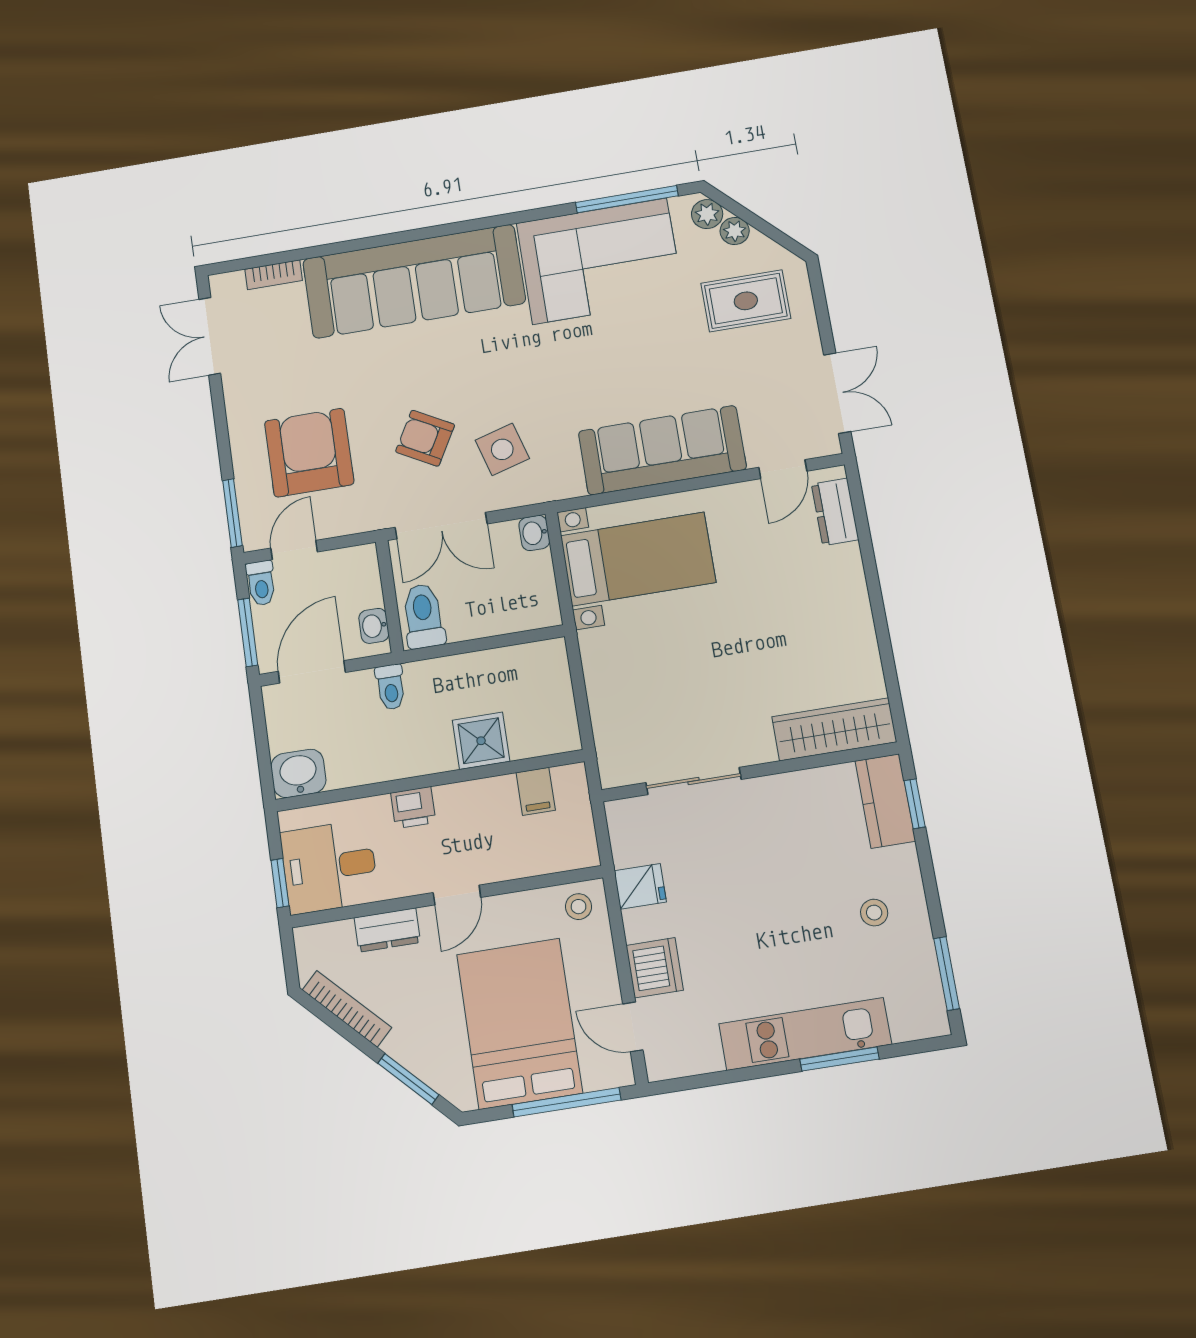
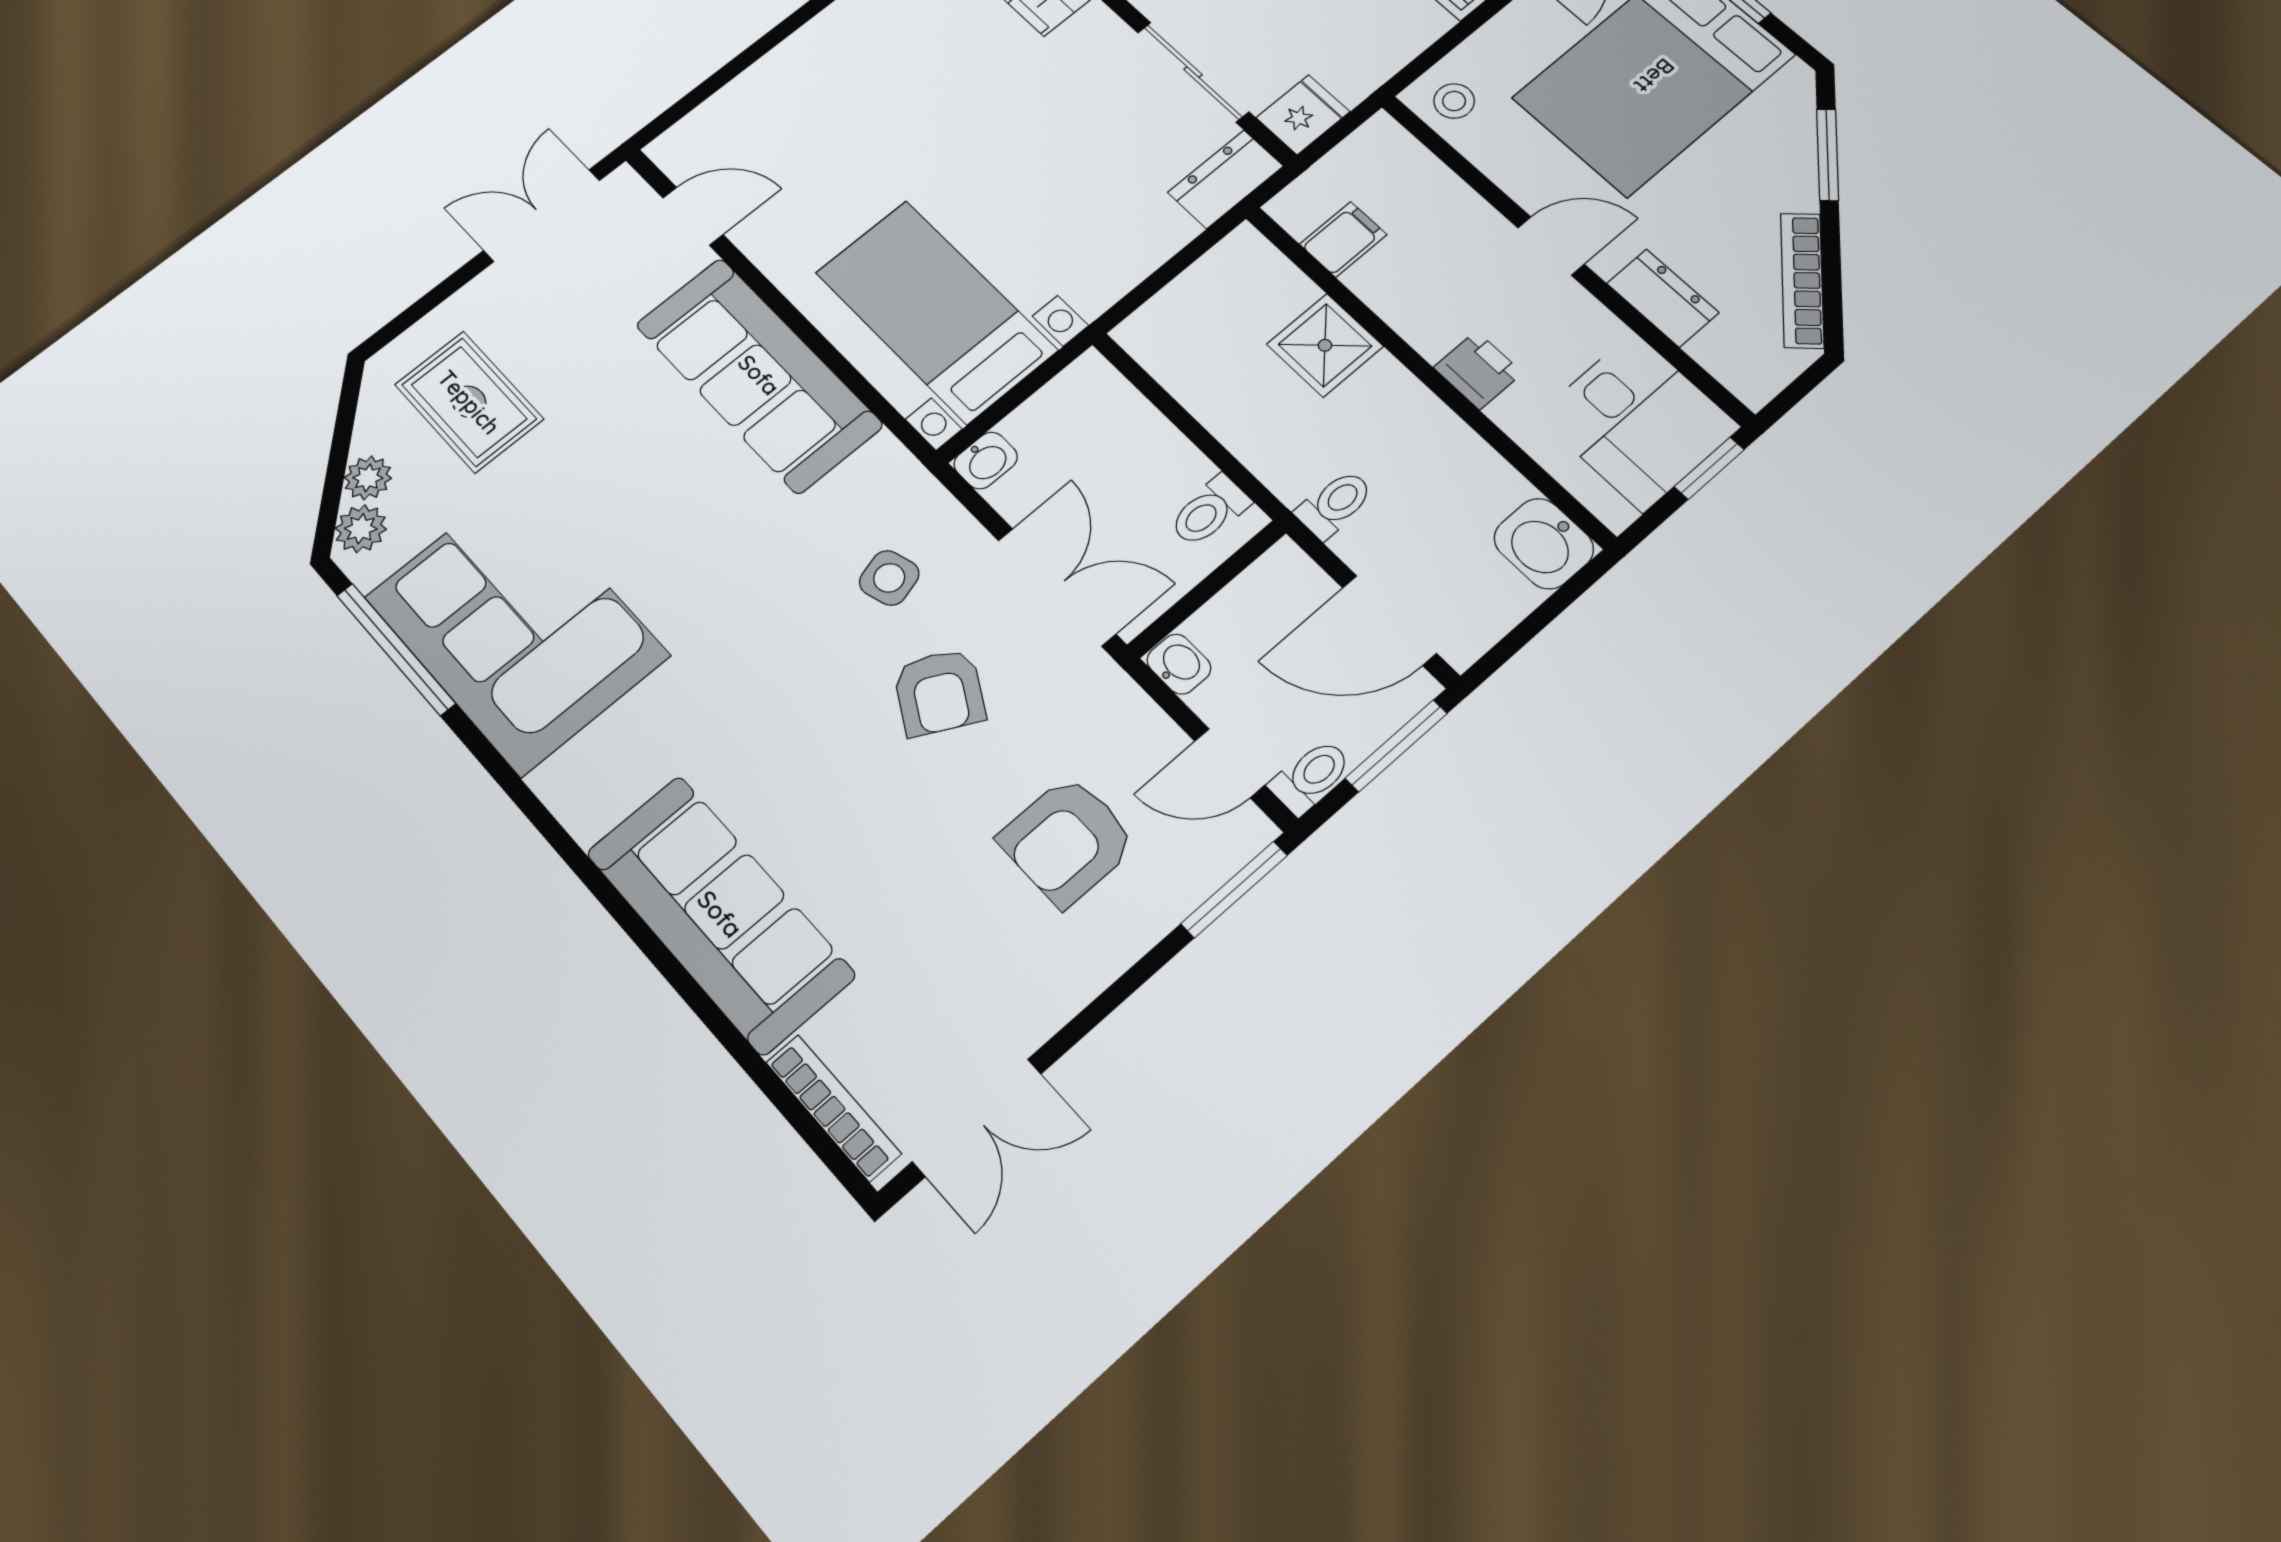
bookcase: (274, 275) -> (833, 1108), width x1.56
sofa: (414, 281) -> (720, 914), width x0.74, depth x0.79
side table: (502, 449) -> (889, 578), width x0.73, depth x0.73
armchair: (309, 453) -> (1067, 841), width x0.73, depth x0.73
dresser: (835, 512) -> (1225, 179), moved, turned 180
toilet: (423, 616) -> (1209, 511), width x0.73, depth x0.72
washbasin: (374, 626) -> (1179, 664), moved, turned -90
fridge: (640, 886) -> (1303, 115), moved, turned 90

